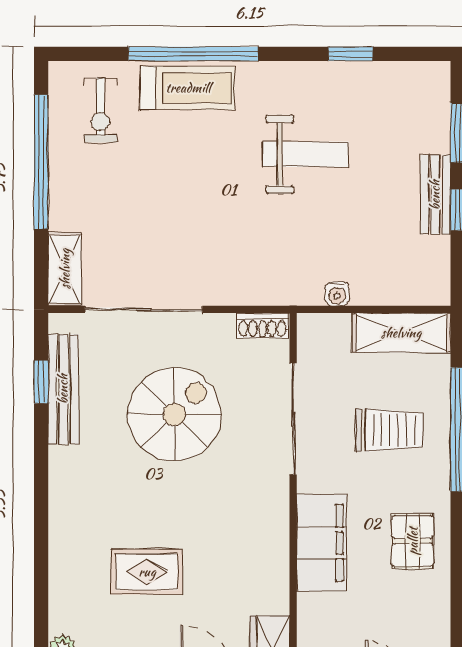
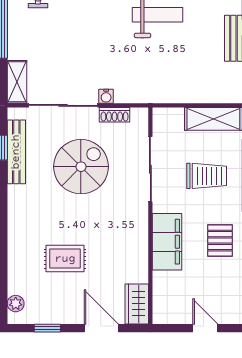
water cooler: (337, 294) -> (106, 96), moved
shoe rack: (263, 326) -> (115, 115), moved

